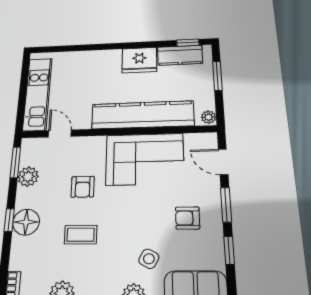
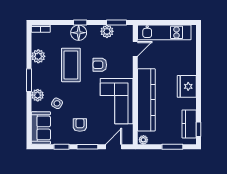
fridge: (139, 60) -> (187, 86), moved
coffee table: (81, 235) -> (71, 65), width x1.86, depth x1.72

